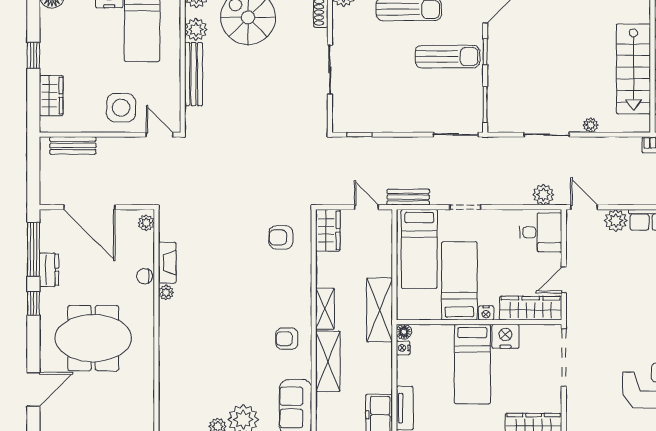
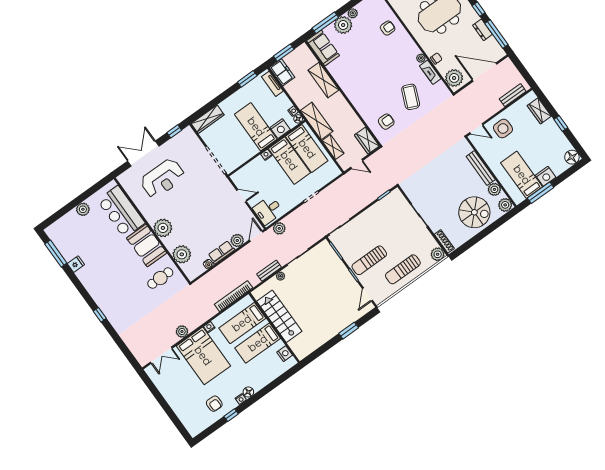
bench: (408, 197) -> (269, 271), moved
door: (584, 207) -> (256, 236), swing flipped
plant: (146, 223) -> (454, 78), width x1.87, depth x1.87
coffee table: (221, 248) -> (411, 97), added
bed: (419, 249) -> (307, 149), moved, turned 180
door: (564, 280) -> (242, 196), hinge flipped
wardrobe: (531, 308) -> (247, 172), removed
shelving: (325, 309) -> (333, 147), moved
nightstand: (505, 336) -> (280, 129), moved
armchair: (287, 339) -> (388, 28), moved

